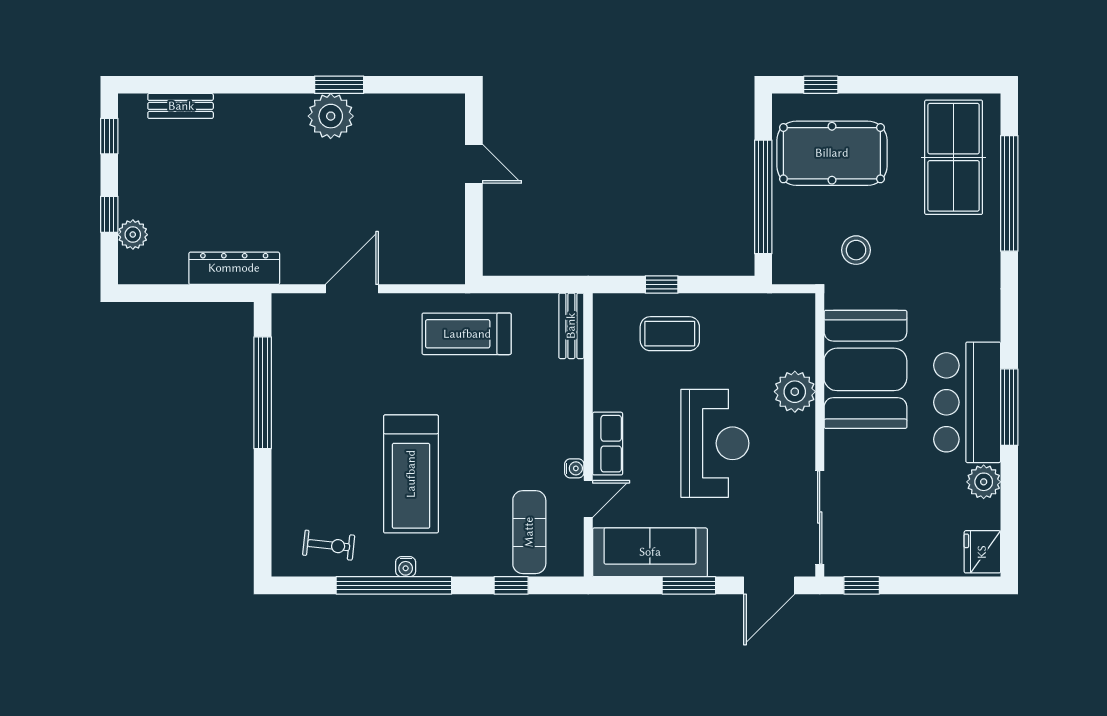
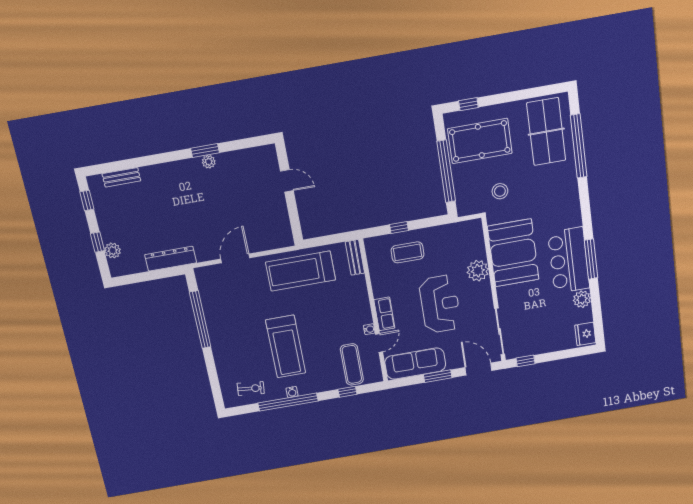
plant: (331, 116) -> (209, 162), width x0.53, depth x0.53
treadmill: (467, 334) -> (301, 271), width x1.37, depth x1.38
door: (769, 585) -> (478, 369), swing flipped

